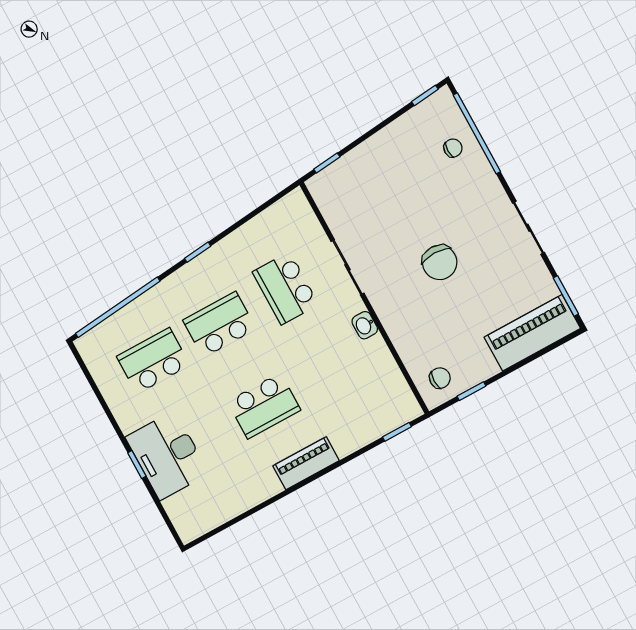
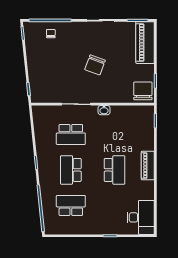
chair: (440, 262) -> (95, 65), turned 110
school desk: (153, 361) -> (71, 205), turned 90
chair: (440, 378) -> (143, 91), width x1.87, depth x1.87
desk: (167, 455) -> (141, 217), moved, turned -90

